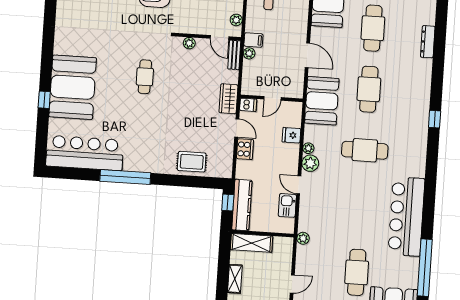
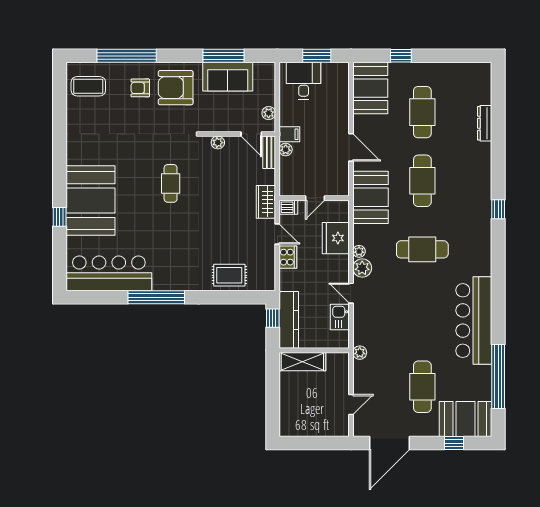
fridge: (291, 135) -> (336, 238), width x1.88, depth x1.34
shelving: (235, 279) -> (286, 403), removed

